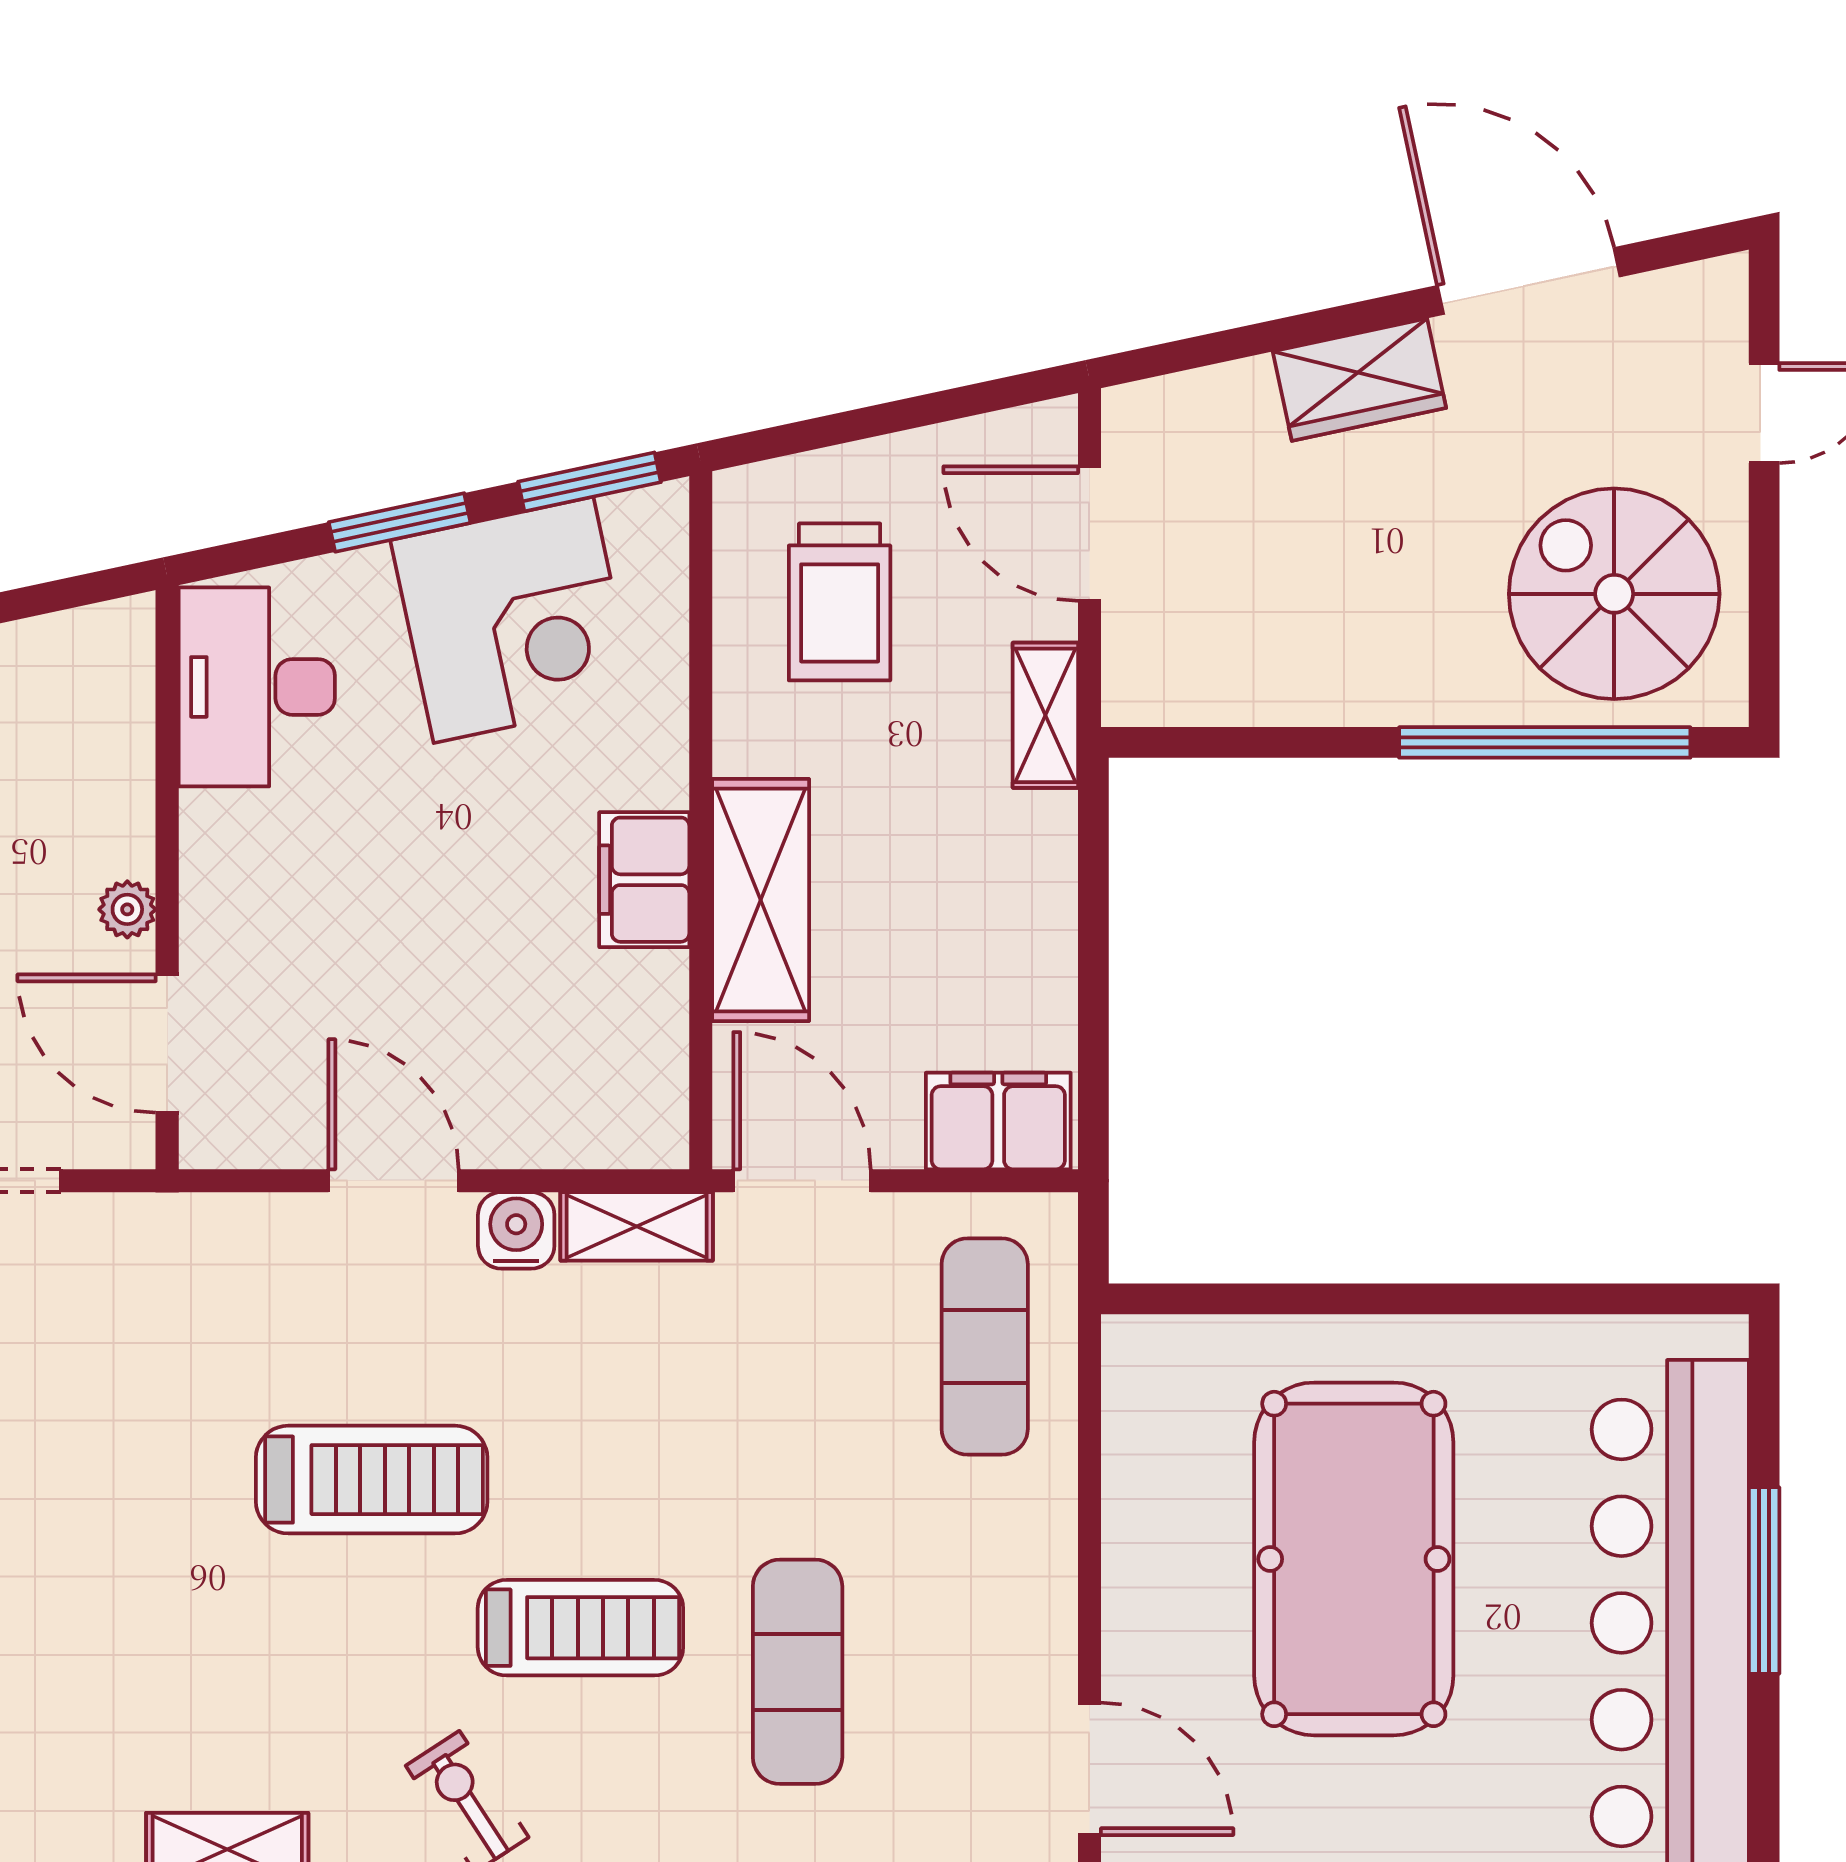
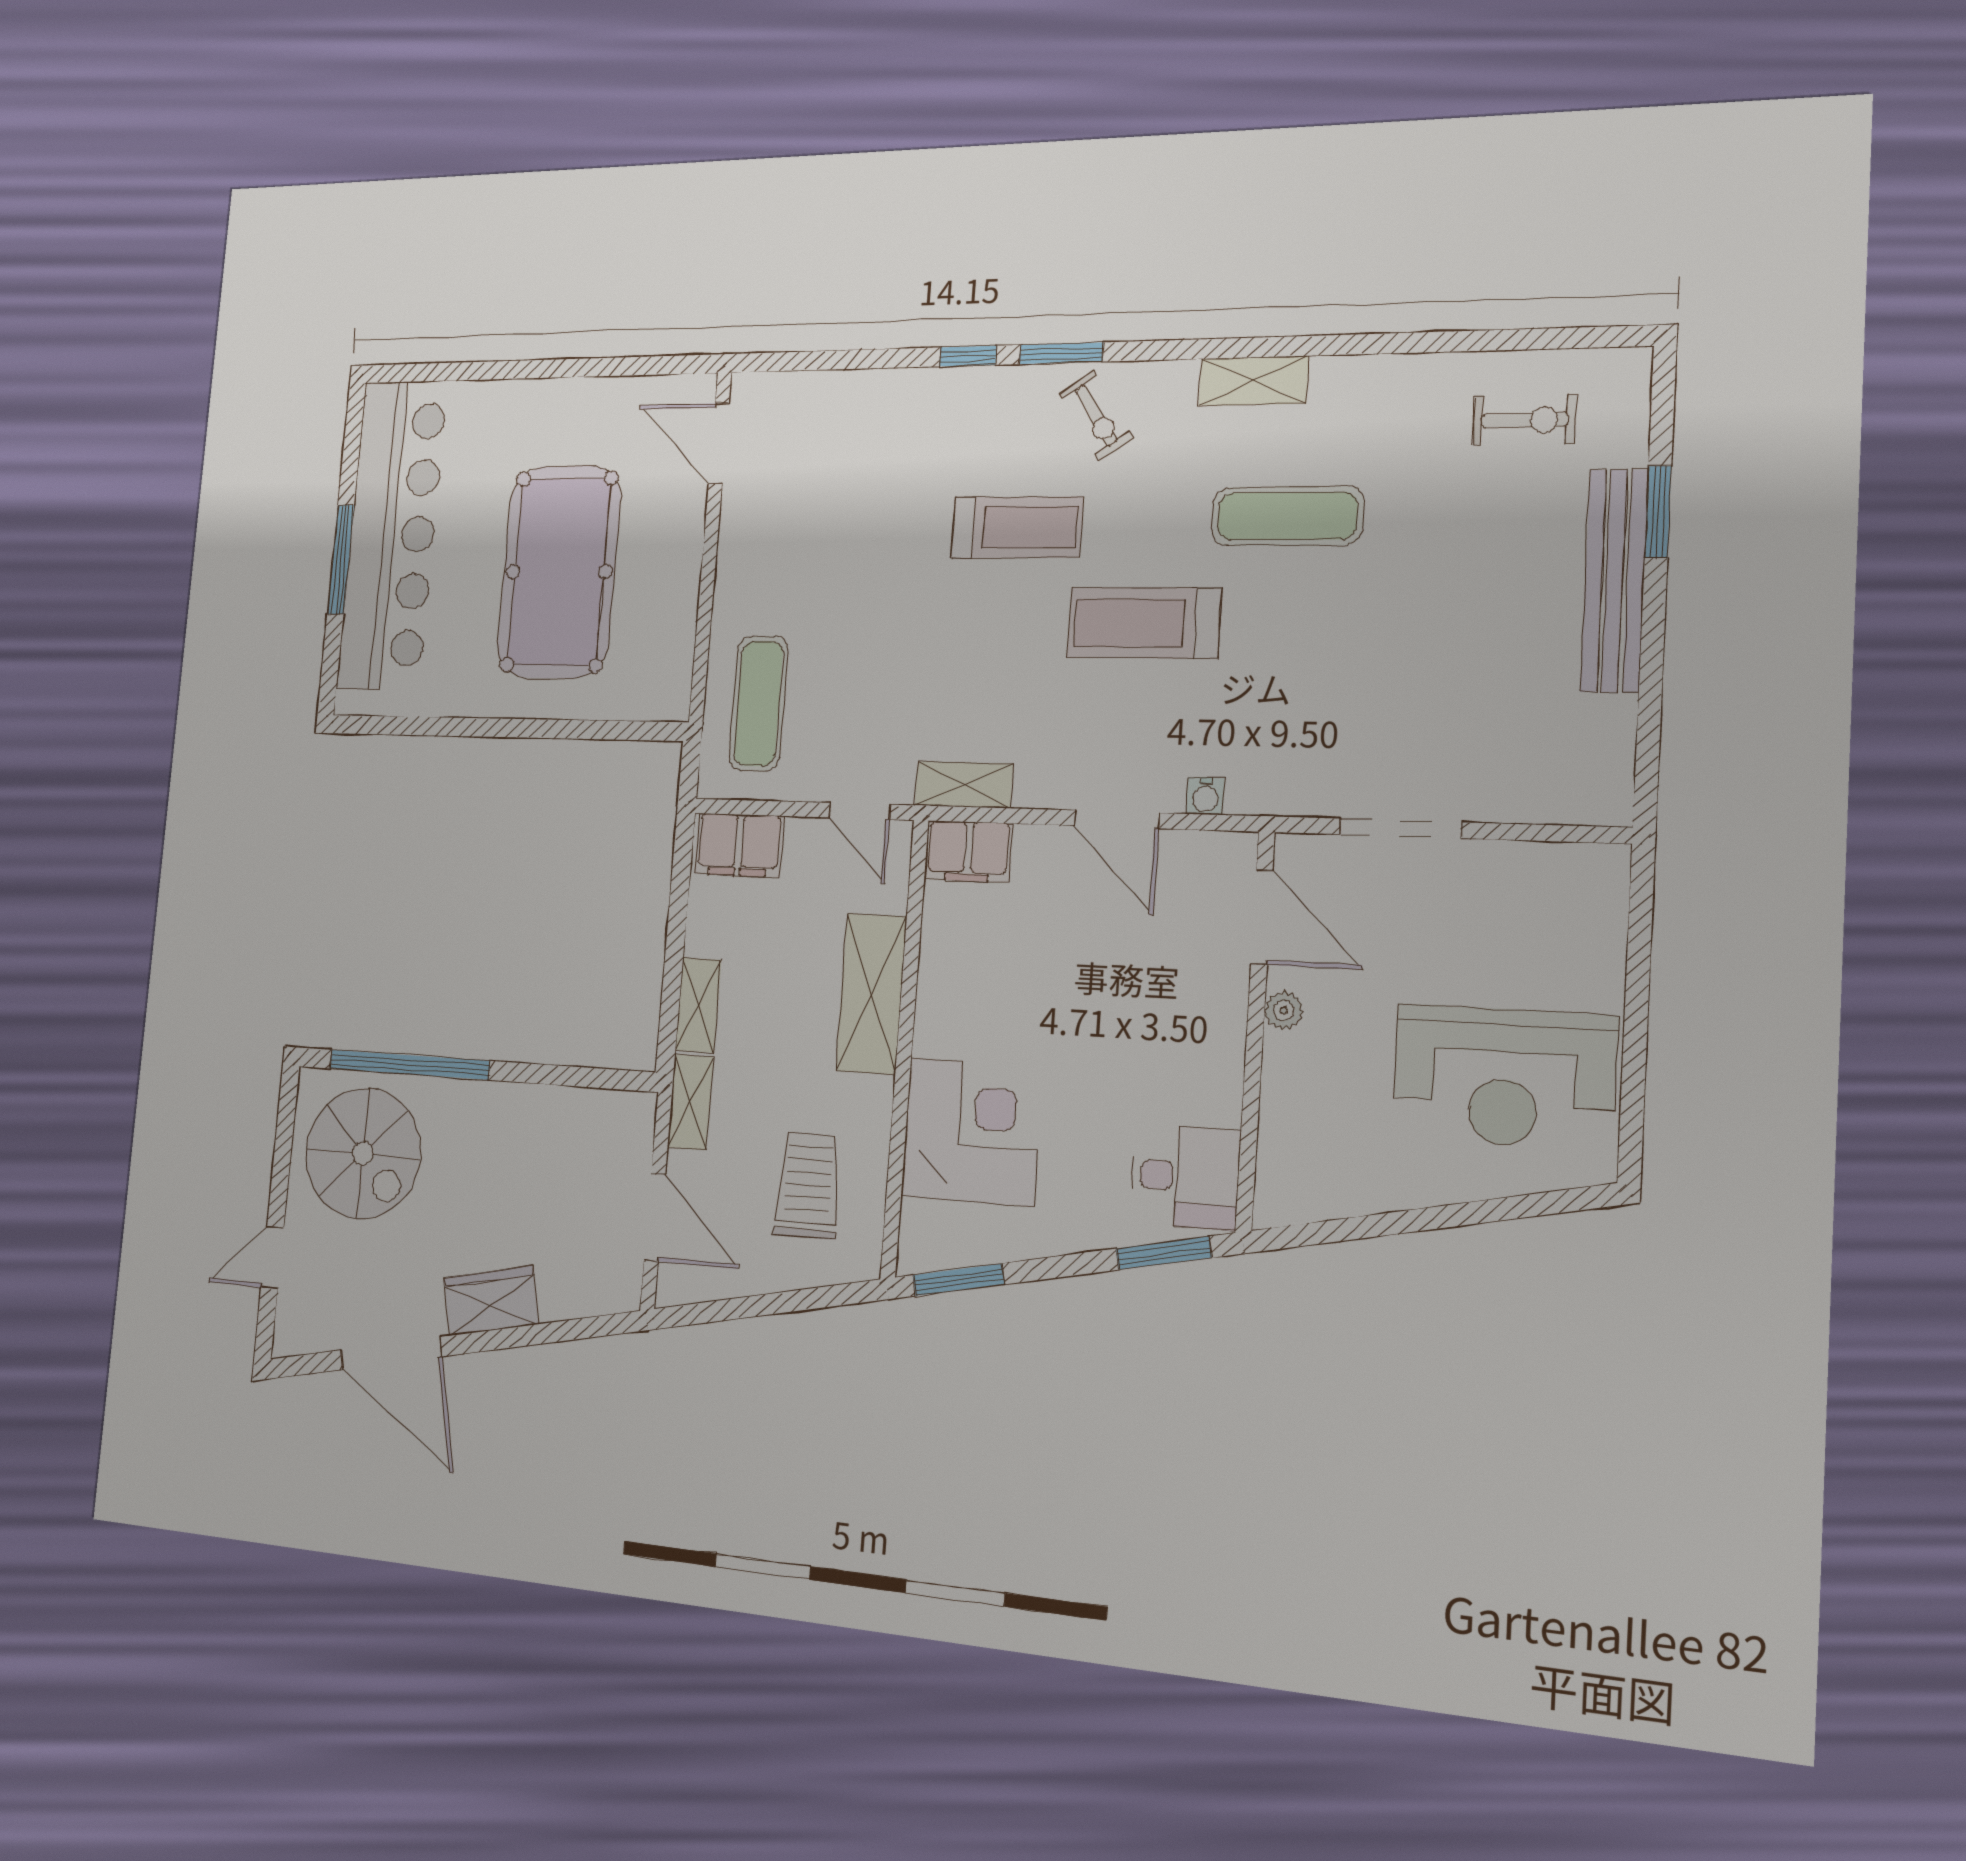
window: (400, 522) -> (1164, 1253), moved
corner desk: (513, 620) -> (972, 1132), moved, turned 102
desk: (257, 687) -> (1185, 1177), width x0.73
shelving: (1045, 867) -> (698, 1005), added
filing cabinet: (644, 880) -> (968, 851), moved, turned 90
door: (802, 1181) -> (860, 811), width x0.73
water cooler: (516, 1230) -> (1205, 796), moved, width x0.72, depth x0.72
treadmill: (580, 1628) -> (1017, 527), turned 180
exercise mat: (798, 1672) -> (1287, 516), moved, turned 90

